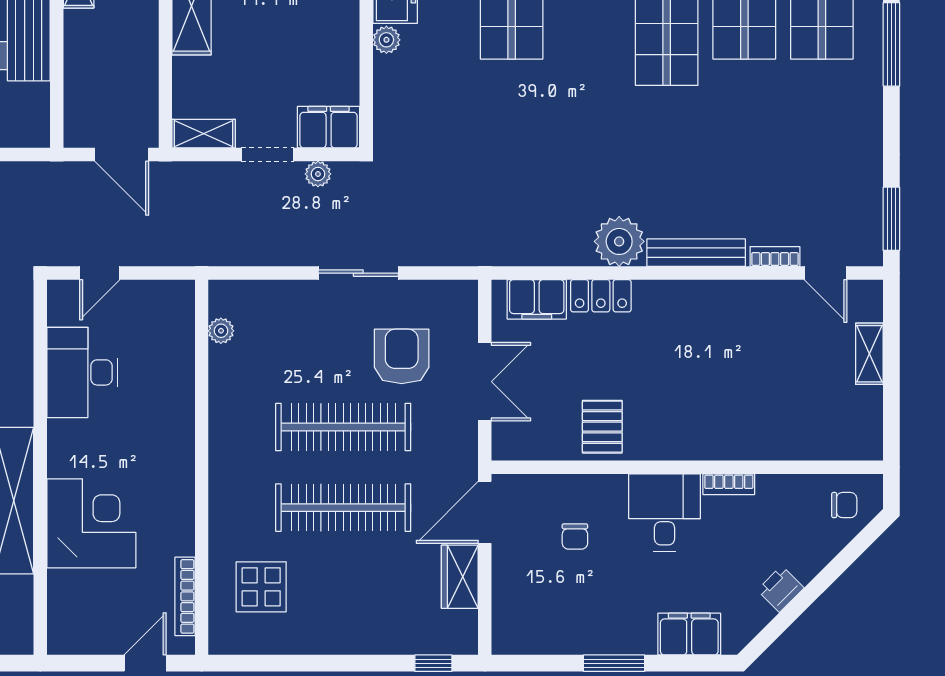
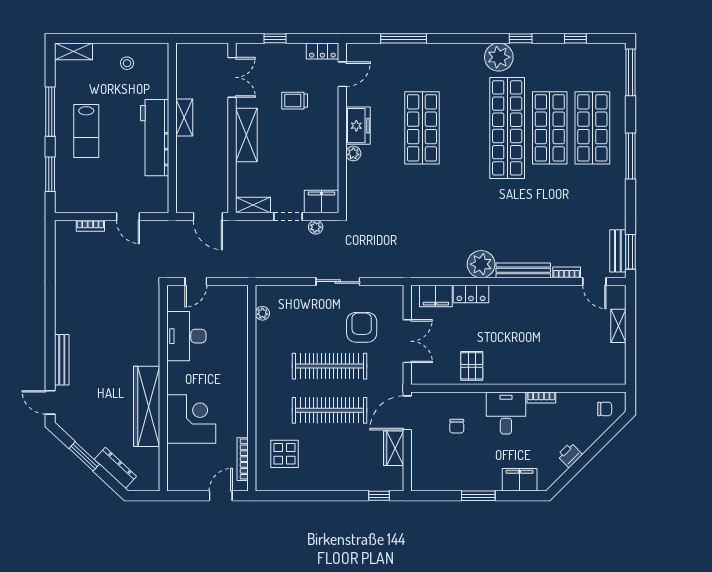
bench: (868, 217) -> (618, 251), added

